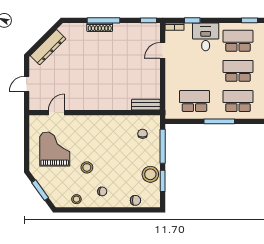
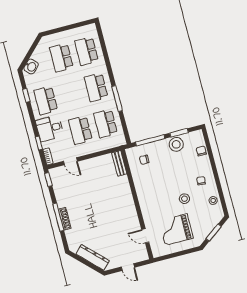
school desk: (238, 71) -> (80, 130), moved

